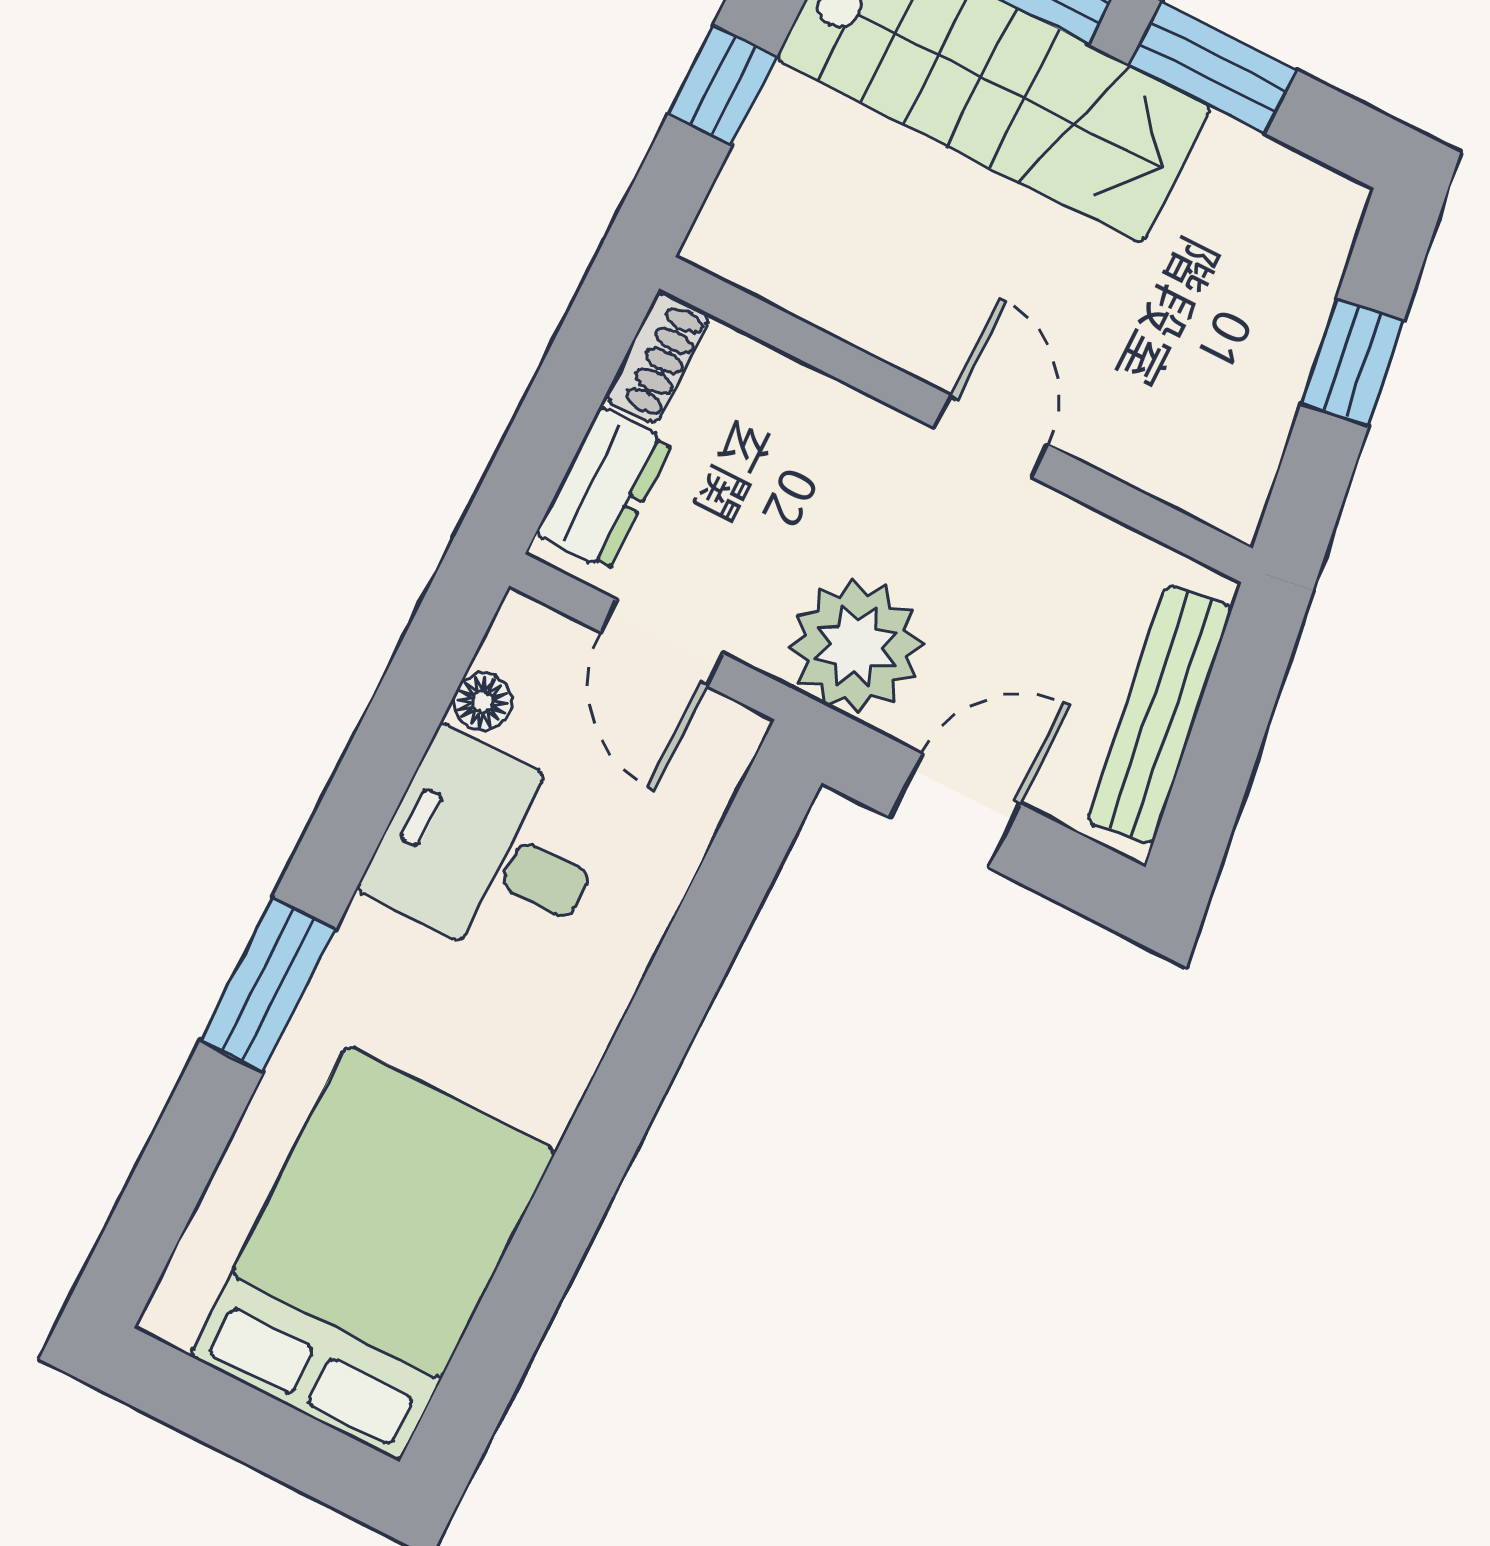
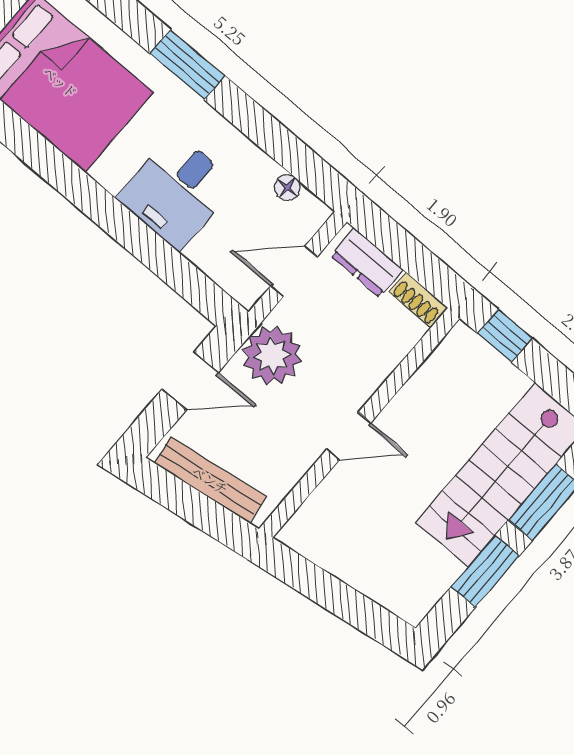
window: (722, 85) -> (505, 336), moved
window: (1352, 362) -> (343, 601), removed
door: (955, 811) -> (190, 381), hinge flipped
desk: (489, 851) -> (177, 191), moved, turned 180

